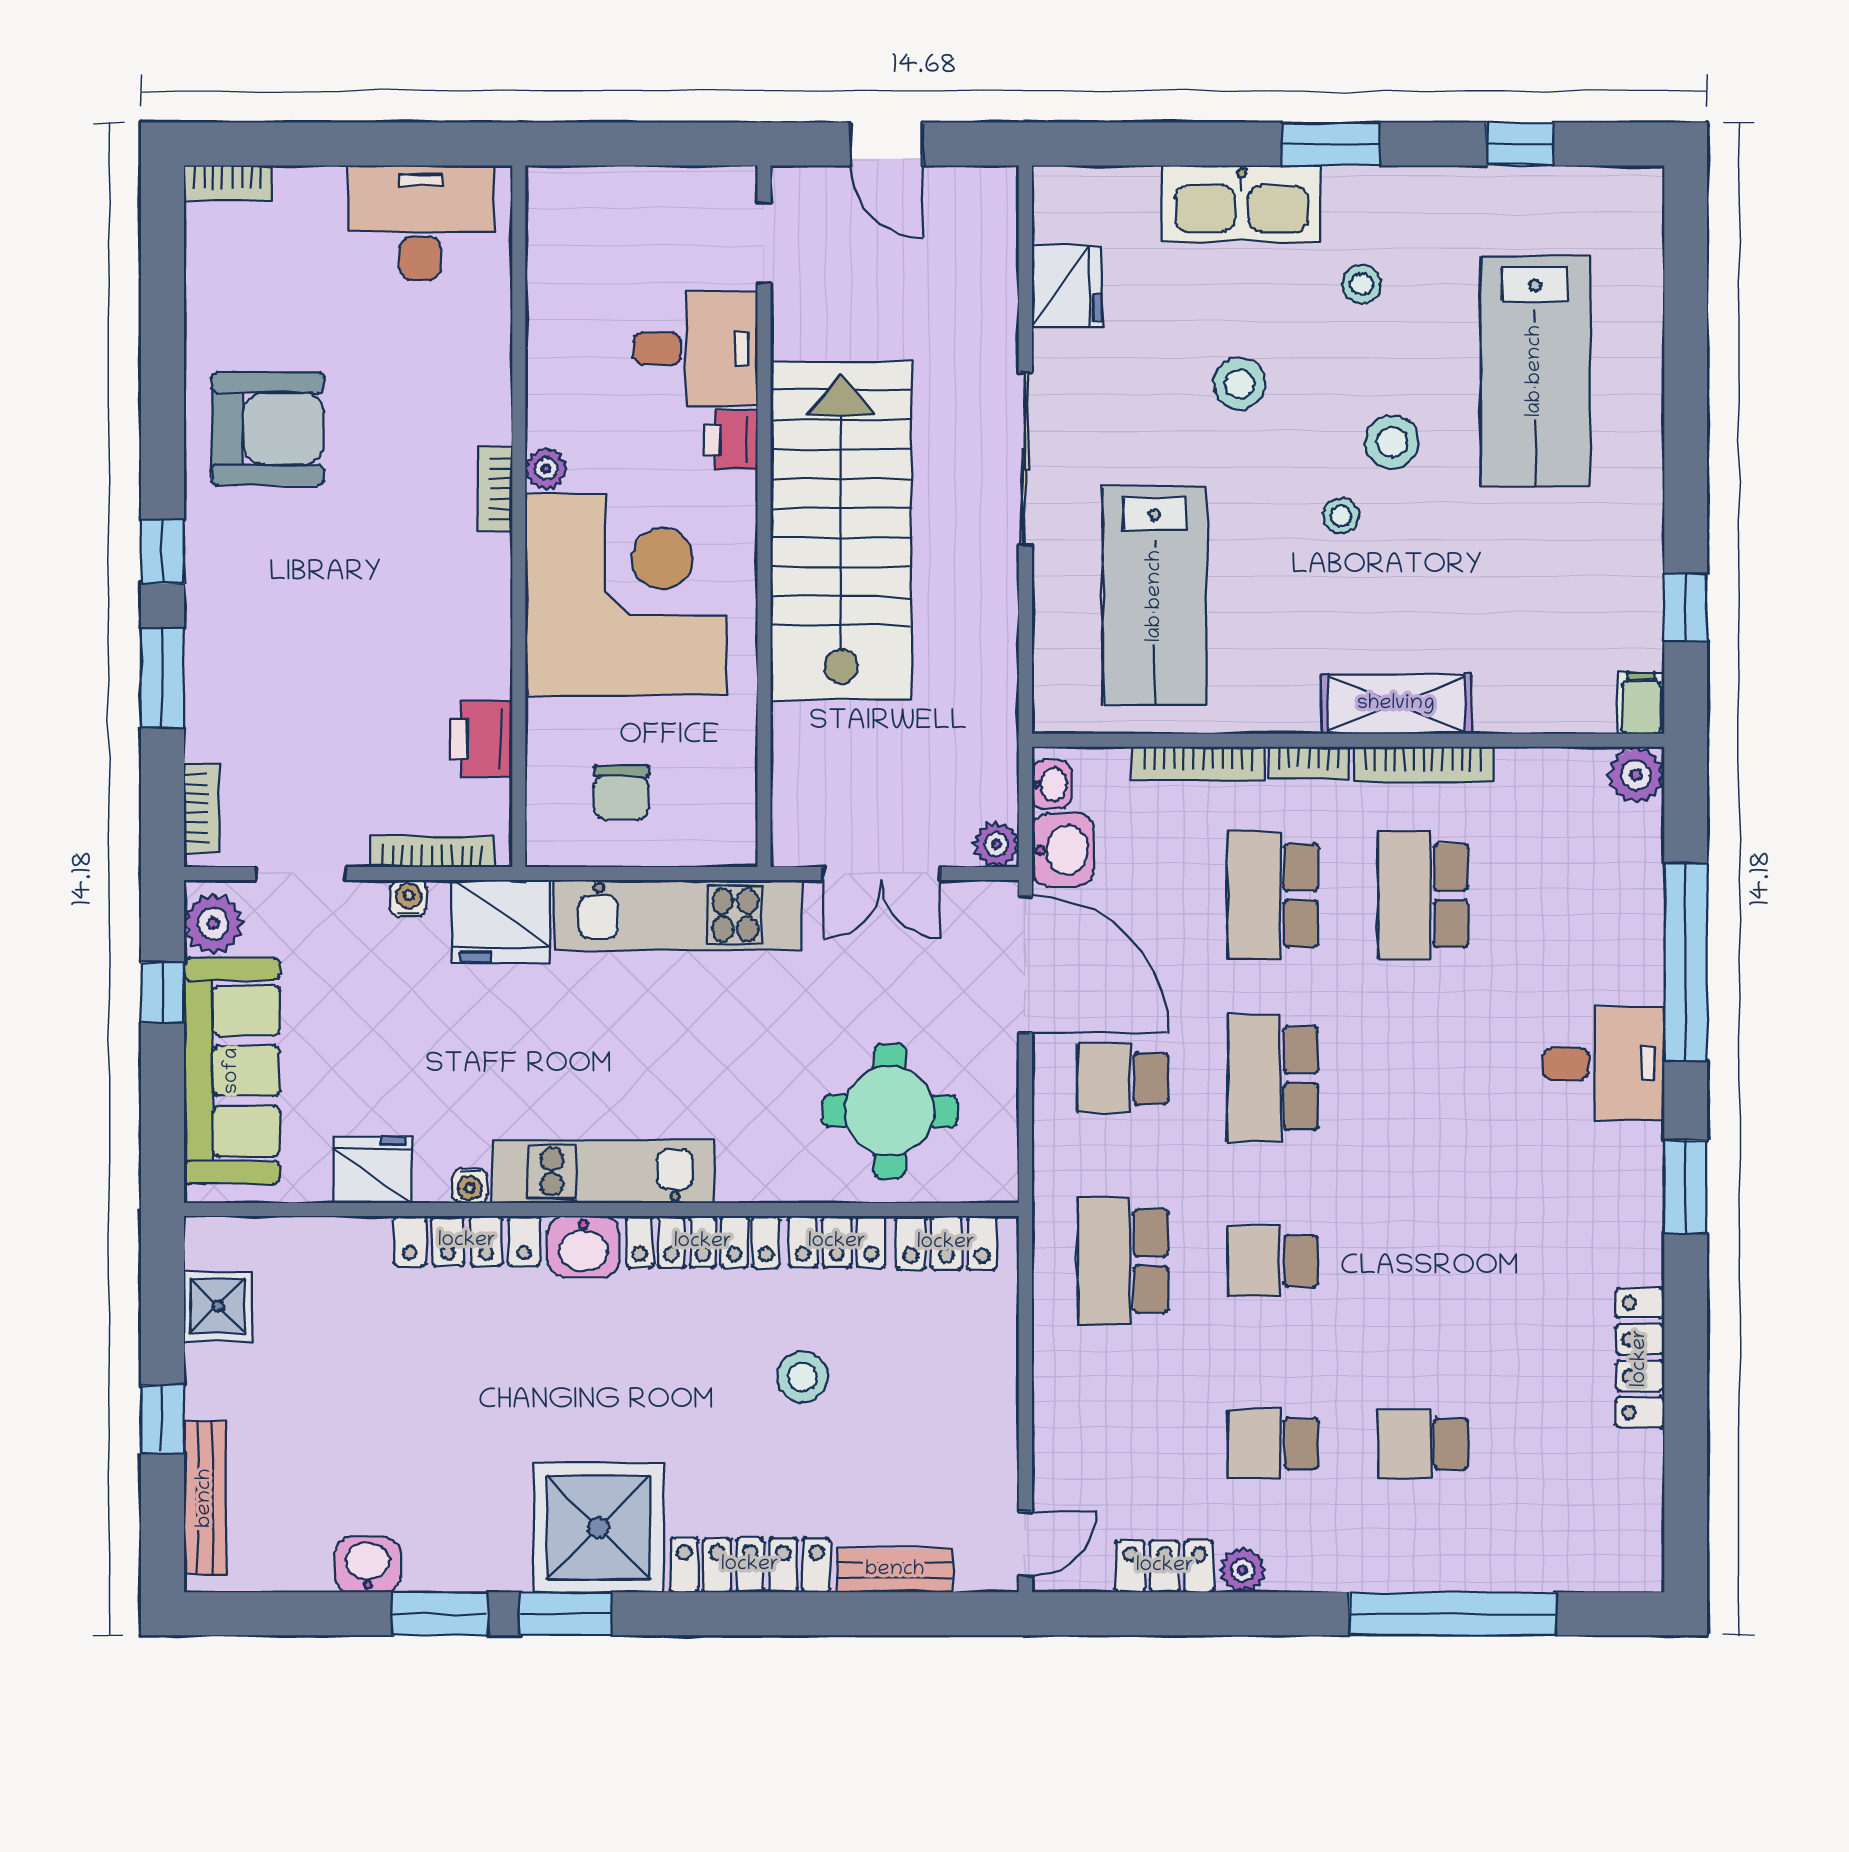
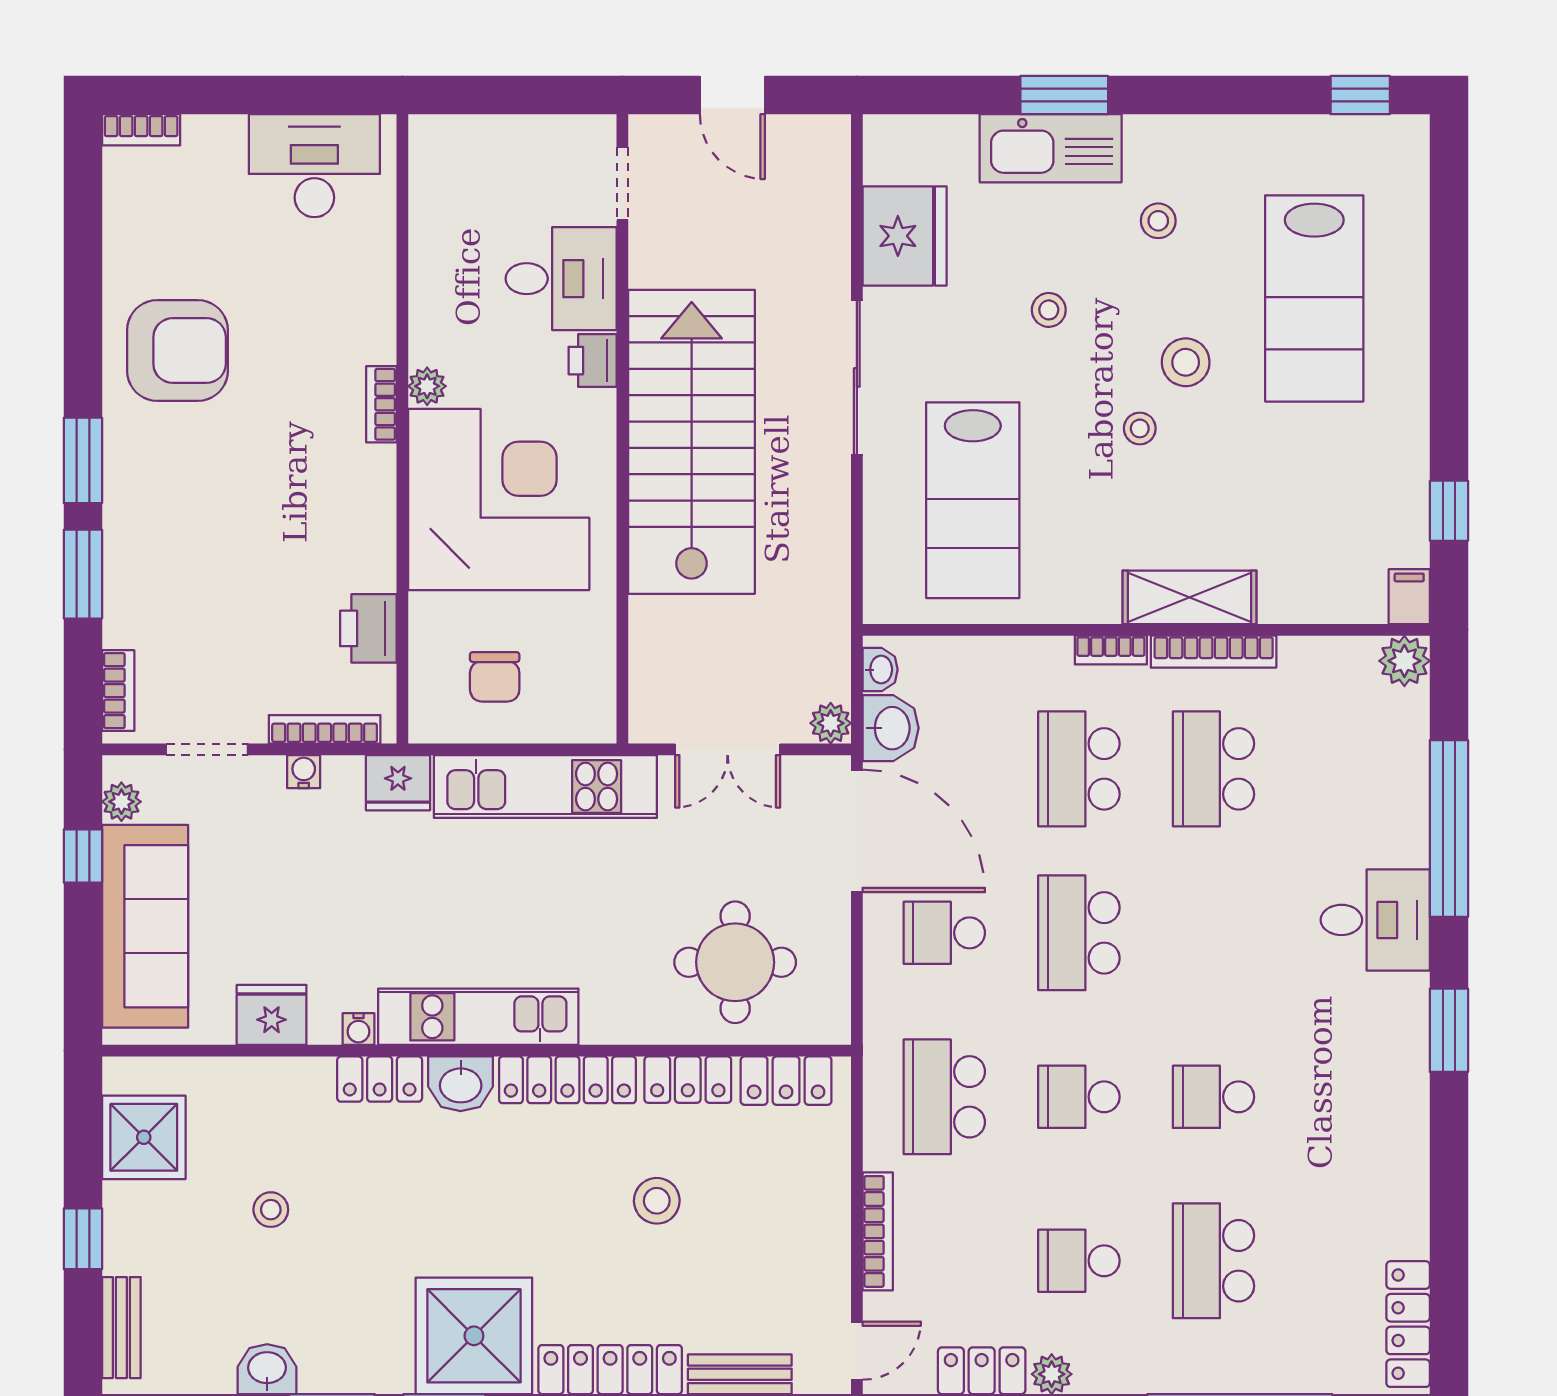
window: (1331, 144) -> (1064, 95), moved
window: (1520, 144) -> (1360, 95), moved
fridge: (1067, 286) -> (905, 236), width x1.36, depth x1.34
stool: (1239, 384) -> (1049, 310), width x0.73, depth x0.73
window: (162, 551) -> (83, 460), width x1.50
bookcase: (1198, 763) -> (878, 1231), moved, turned -90
fridge: (501, 921) -> (398, 783), width x0.73, depth x0.75
plant: (214, 924) -> (121, 802), width x0.73, depth x0.73
locker: (467, 1241) -> (380, 1079), width x0.66
school desk: (1423, 1261) -> (1213, 1097), added
shower: (218, 1306) -> (144, 1137), width x1.36, depth x1.36
locker: (1640, 1358) -> (1408, 1324), moved
stool: (372, 1387) -> (271, 1210), added
school desk: (1423, 1444) -> (1213, 1261), width x1.85
bench: (205, 1498) -> (121, 1328), width x0.73

